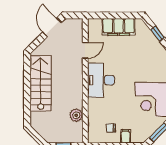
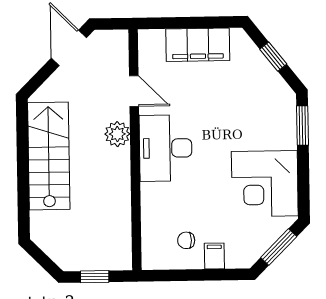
door: (85, 50) -> (134, 91), hinge flipped
plant: (76, 115) -> (117, 134), moved

